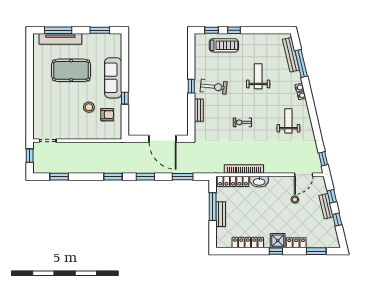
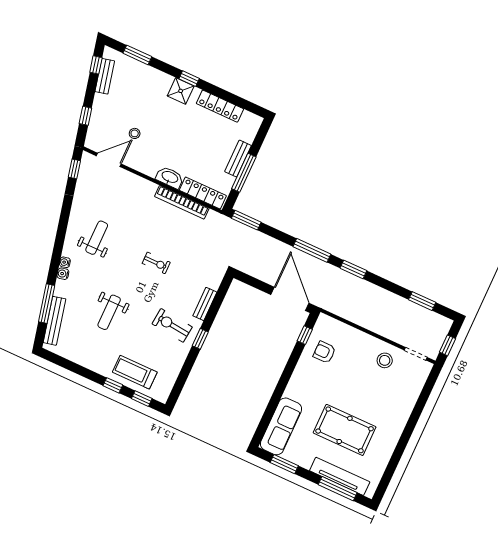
sofa: (113, 78) -> (281, 426), moved
window: (125, 98) -> (305, 335), moved
stool: (89, 107) -> (385, 360), moved
weight bench: (288, 121) -> (97, 238), turned 180
door: (163, 139) -> (290, 299), moved
window: (145, 177) -> (312, 250), width x1.44
window: (183, 177) -> (246, 220), moved
bench: (326, 206) -> (105, 76), moved
window: (337, 220) -> (96, 65), moved
locker: (296, 243) -> (158, 78), removed

